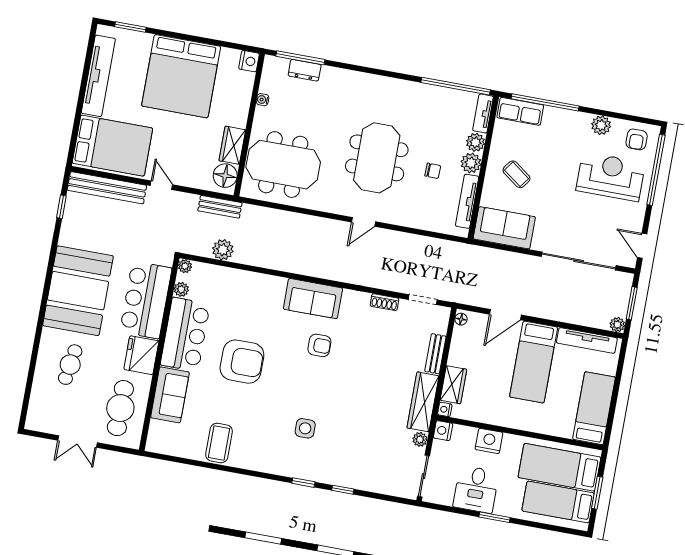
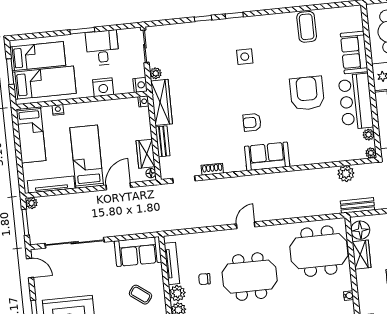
meeting table: (377, 158) -> (250, 277), turned 90
armchair: (242, 362) -> (307, 93), turned 90
wardrobe: (453, 385) -> (146, 154), moved
nightstand: (552, 429) -> (58, 110), added

